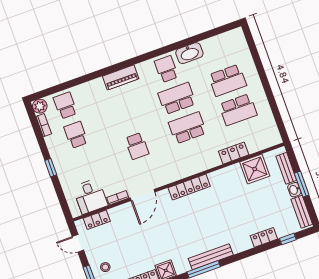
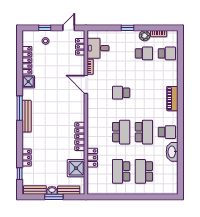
plant: (40, 106) -> (145, 36), moved
locker: (189, 187) -> (80, 136), moved

